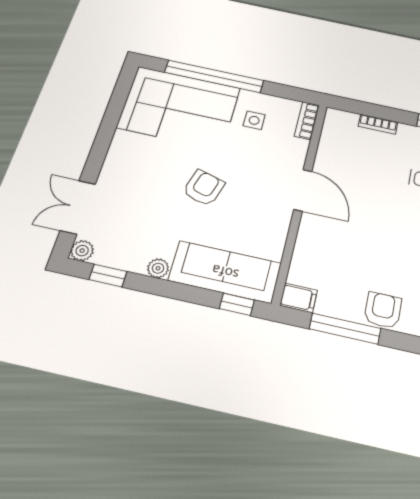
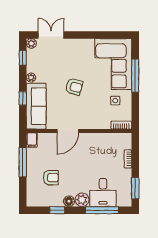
window: (214, 76) -> (135, 76), width x0.68
door: (303, 190) -> (68, 131), moved
window: (237, 304) -> (23, 98), moved
armchair: (383, 310) -> (51, 178), moved

